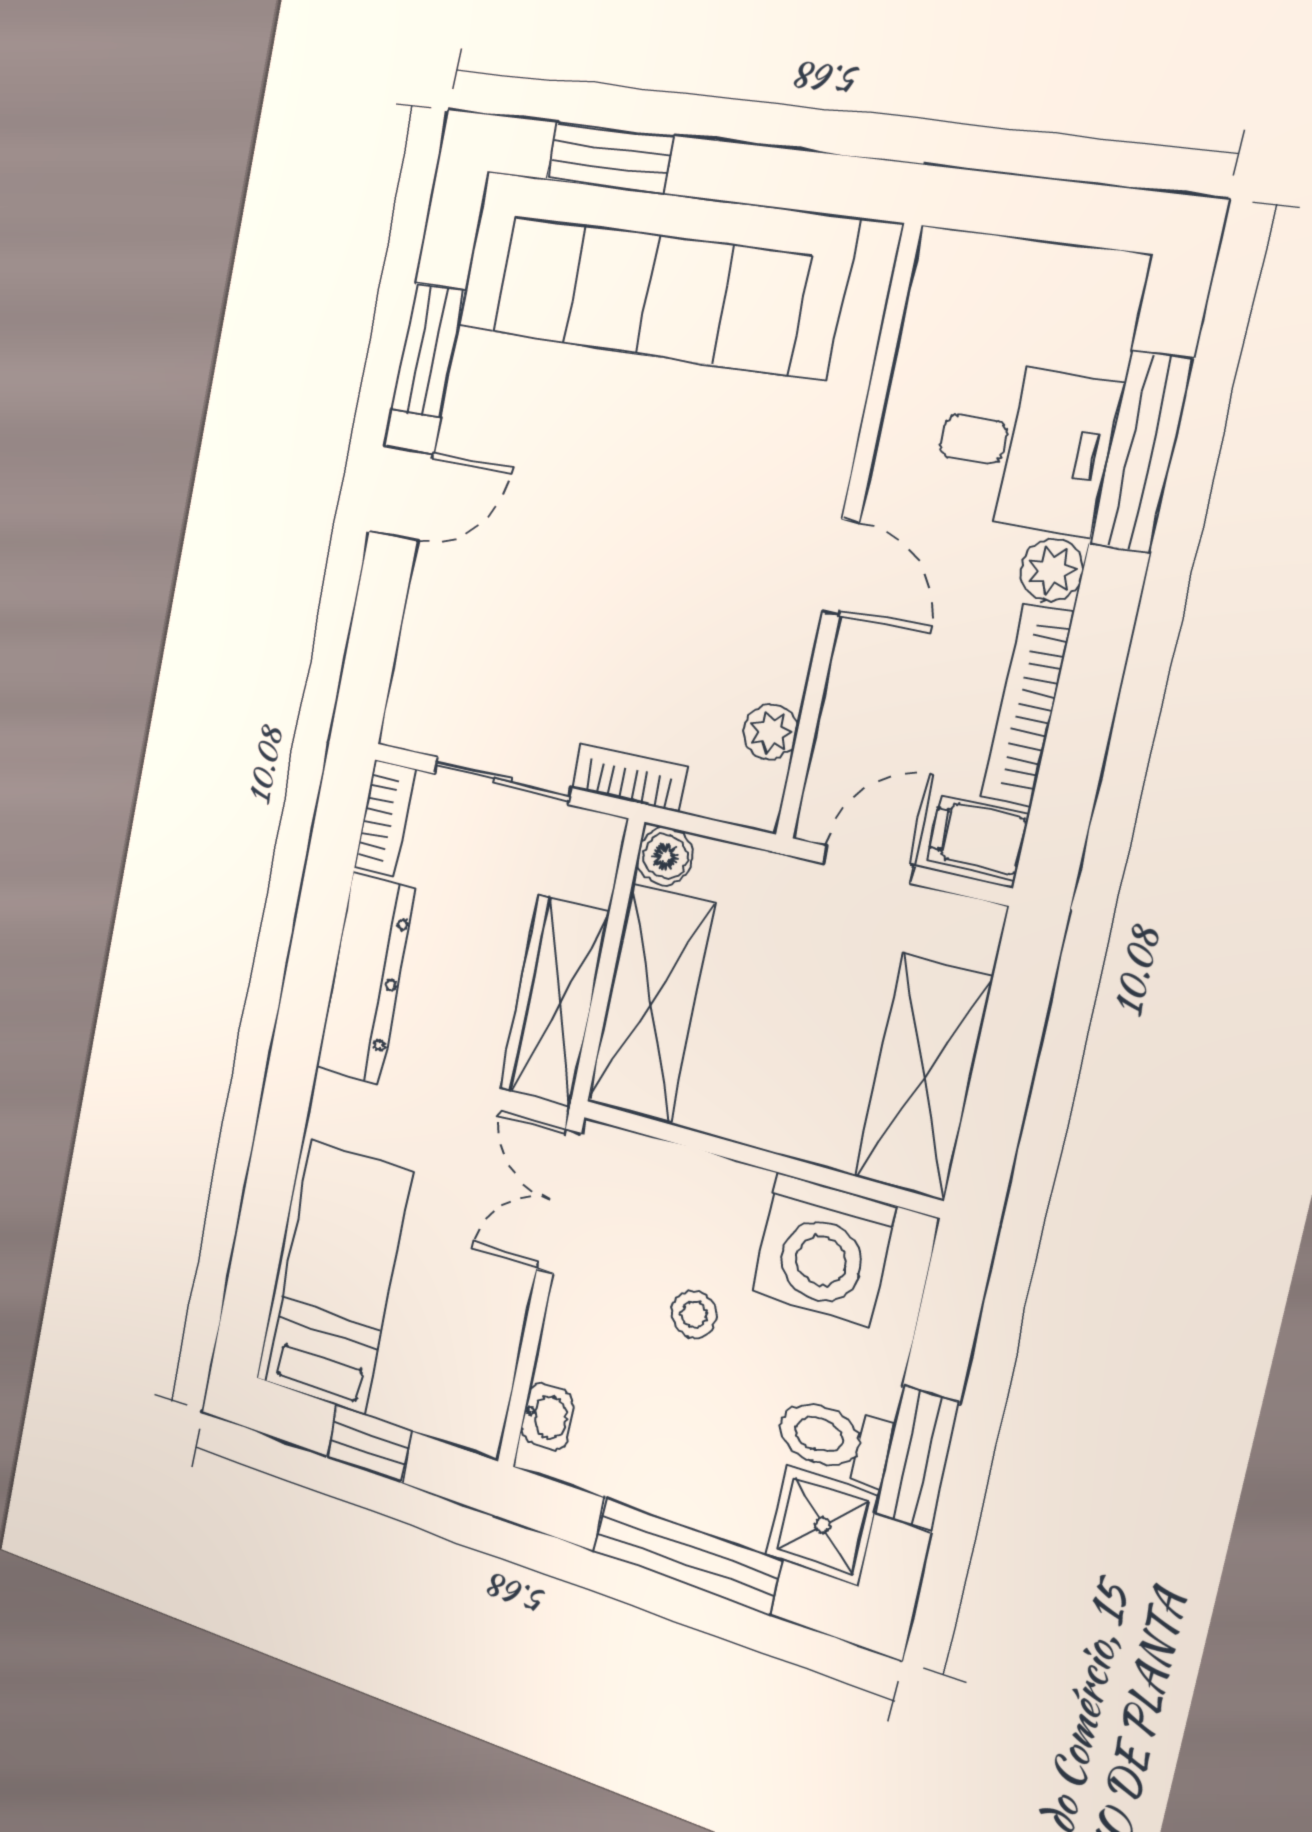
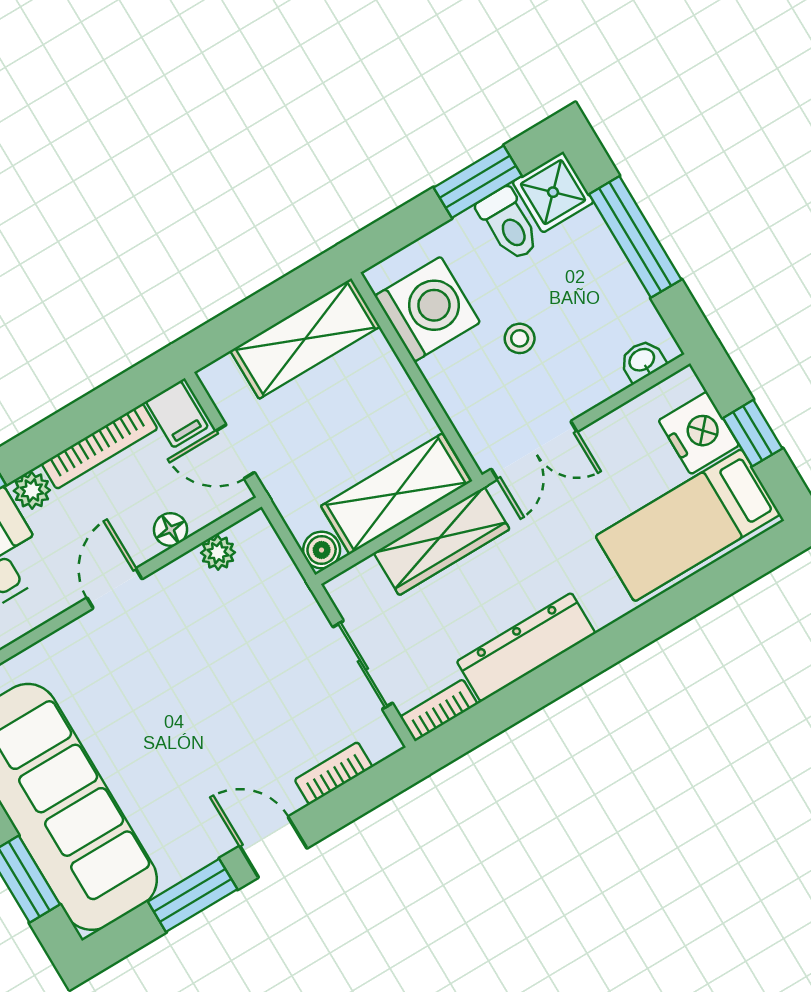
floor lamp: (848, 700) -> (170, 530), added
bookcase: (629, 777) -> (334, 773), moved, turned 90
nightstand: (419, 1391) -> (699, 433), added

